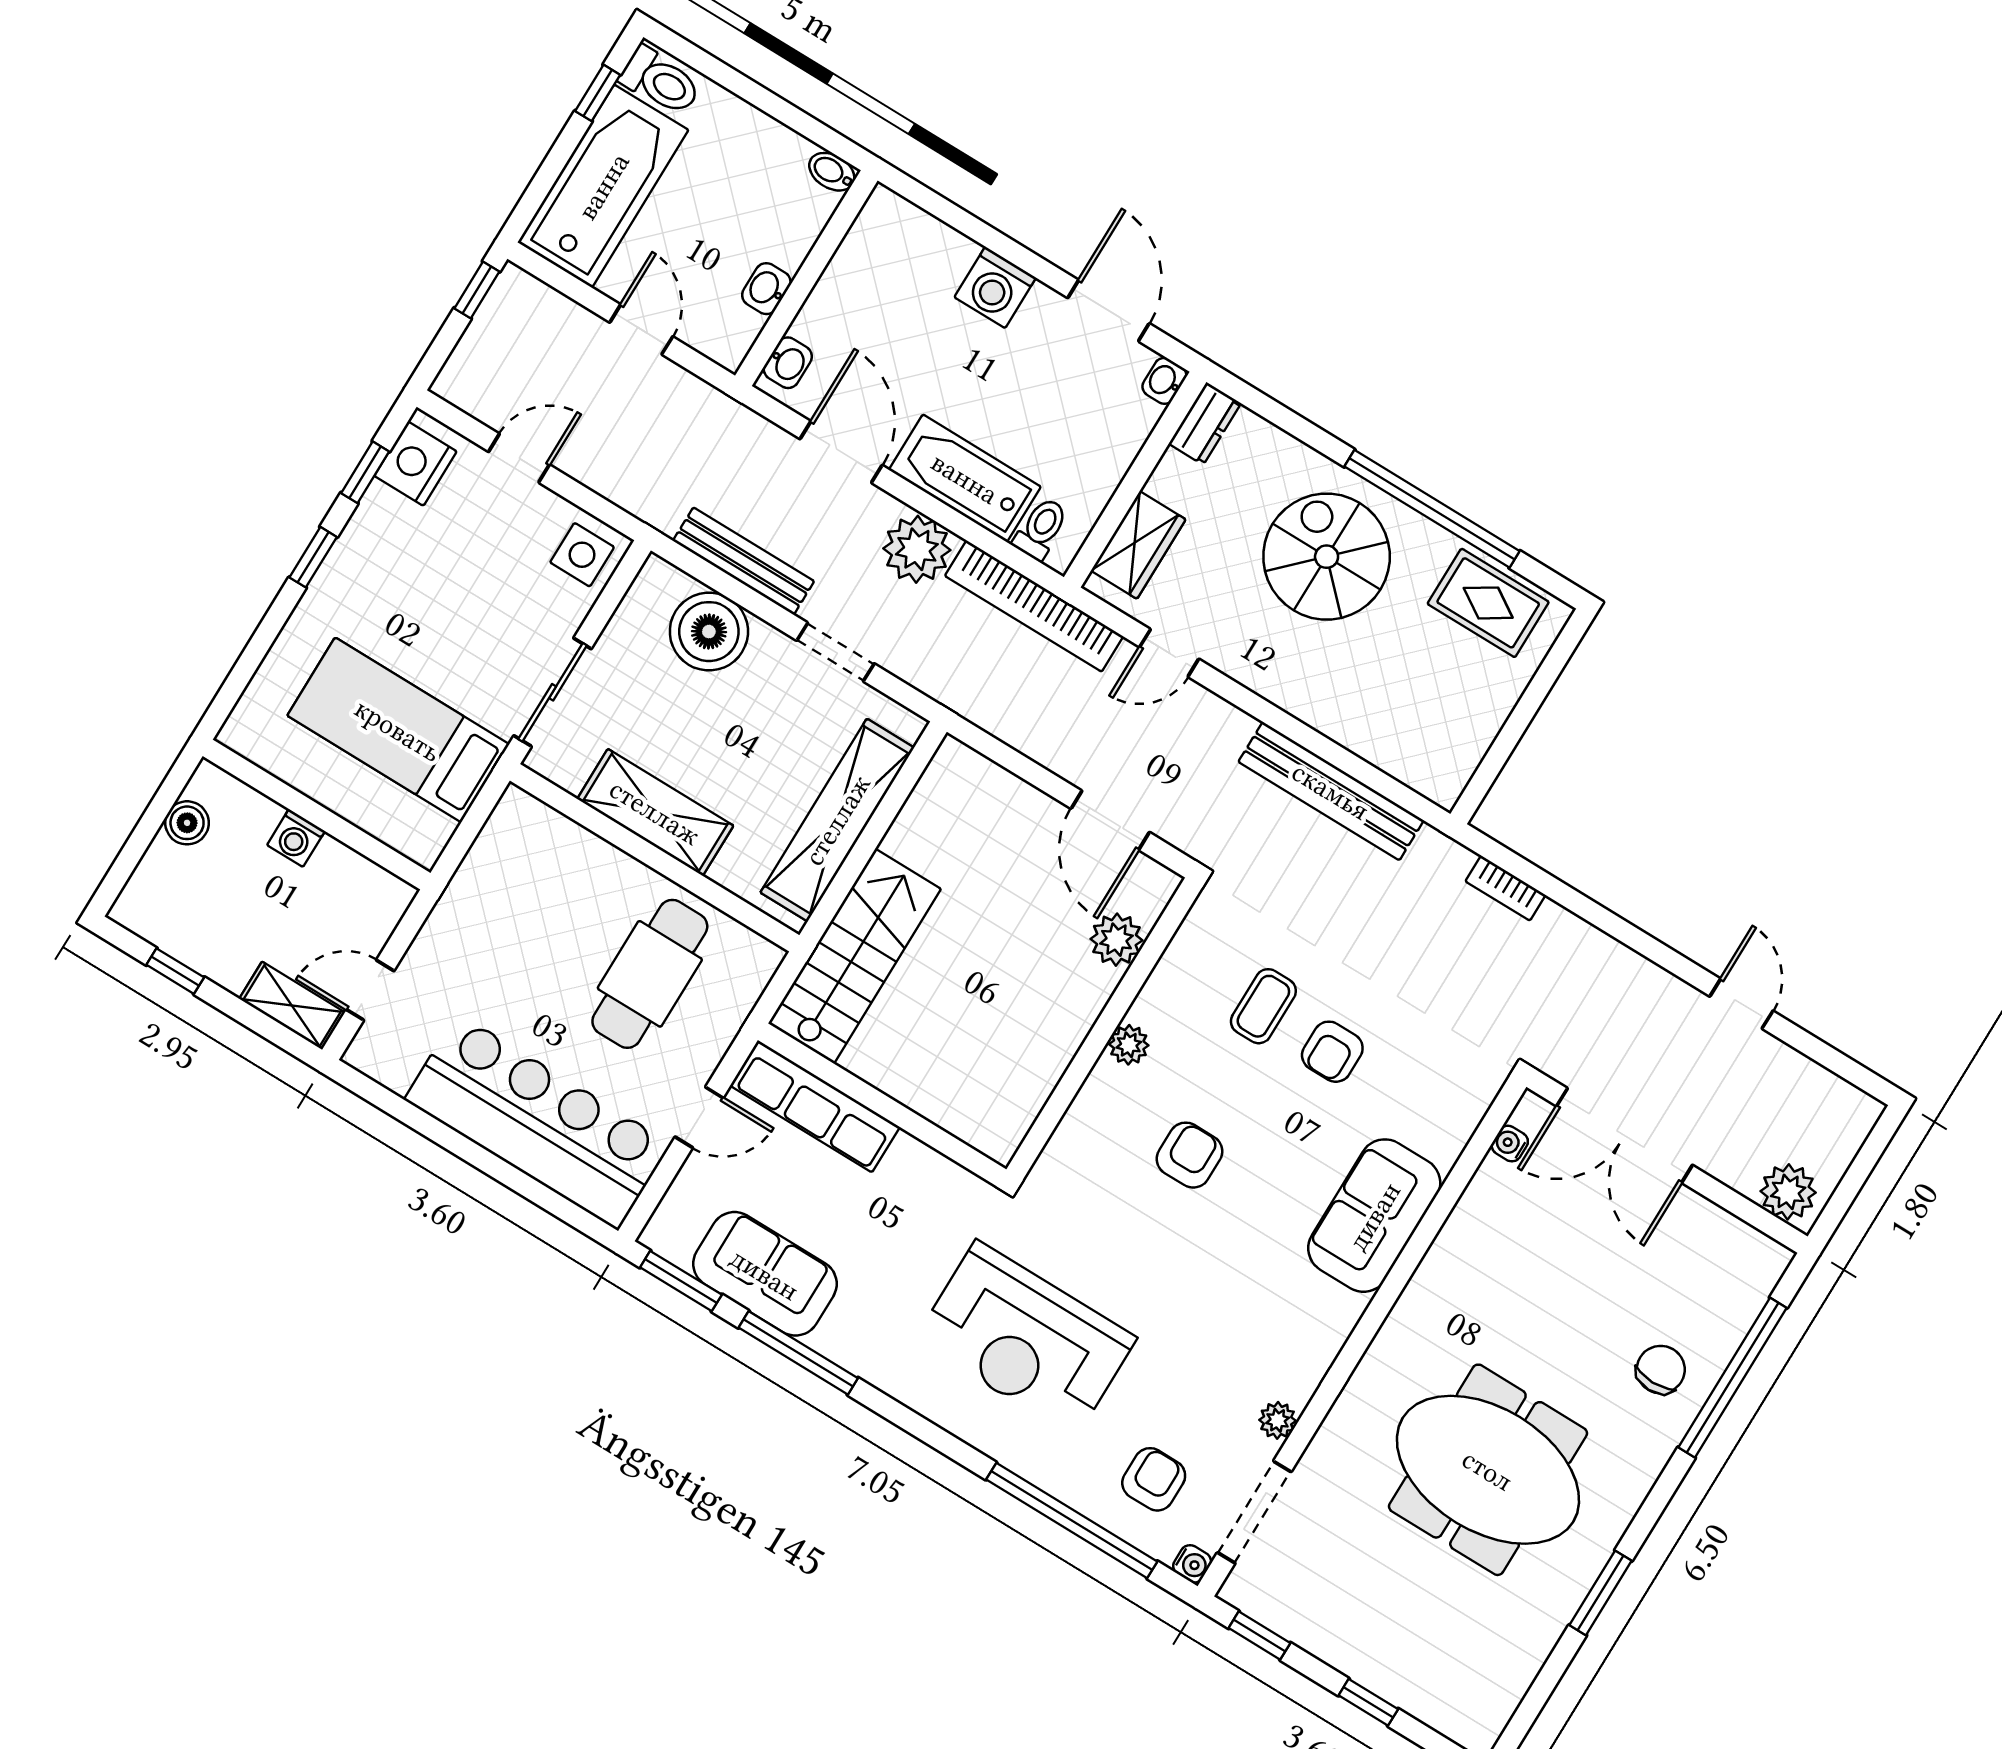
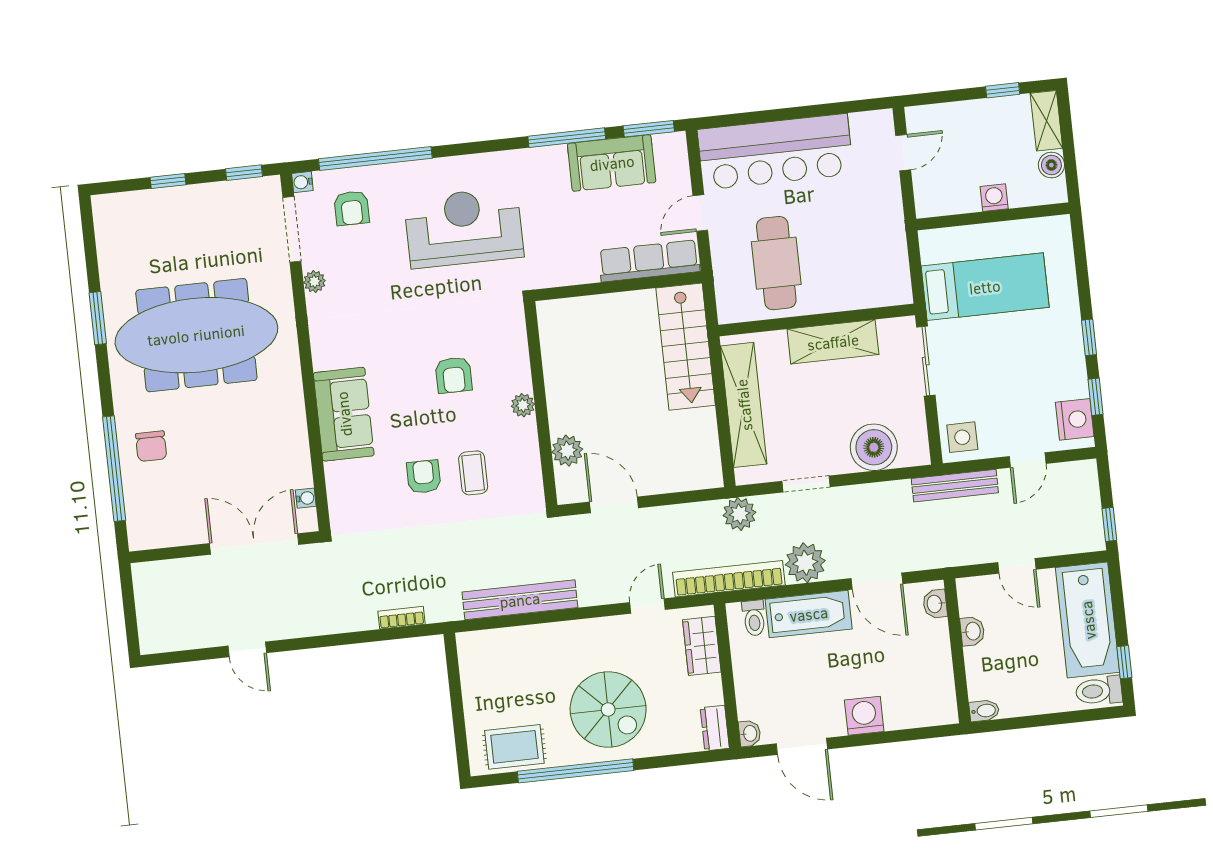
bench: (743, 561) -> (955, 486), moved
shelving: (292, 1006) -> (1046, 121), moved, turned 90
plant: (1788, 1192) -> (739, 514), moved
meeting table: (1488, 1470) -> (196, 335), width x1.36

